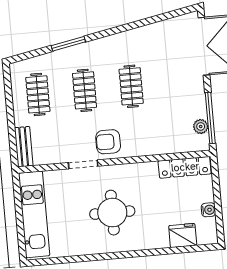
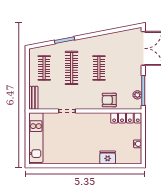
clothes rail: (85, 90) -> (72, 68), width x1.36
armchair: (108, 142) -> (109, 100), moved
round table: (112, 213) -> (82, 141), removed
fridge: (183, 235) -> (108, 157), moved

